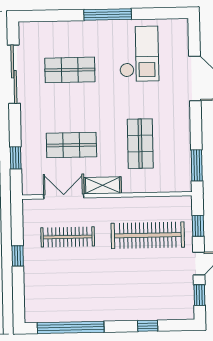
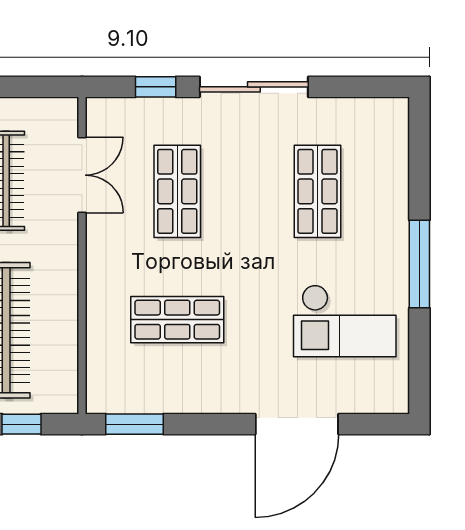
sliding door: (14, 74) -> (254, 87), moved
shelving: (103, 185) -> (101, 248), removed

